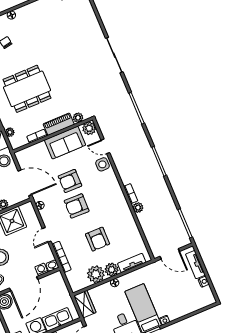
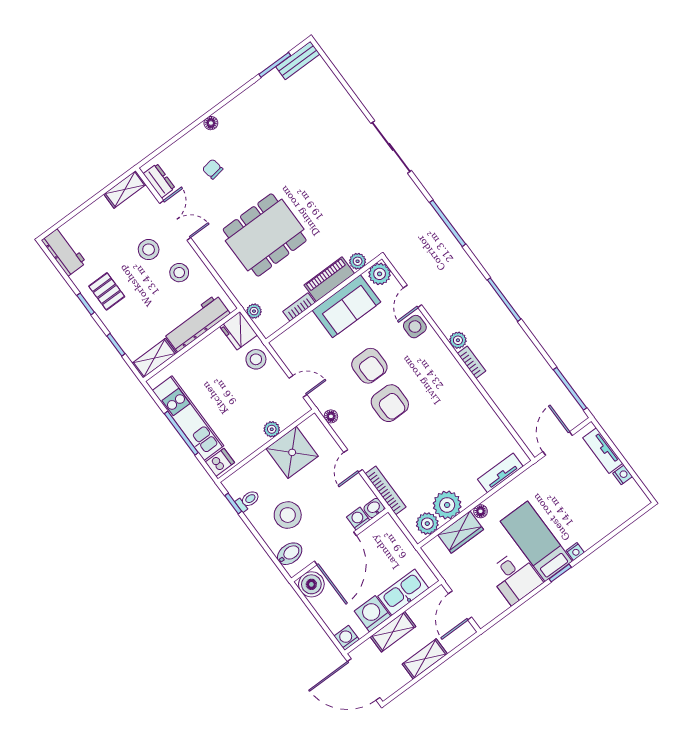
door: (105, 146) -> (413, 296), hinge flipped
armchair: (70, 181) -> (369, 366), turned -90
door: (25, 183) -> (298, 386), width x0.53
armchair: (77, 206) -> (390, 403), turned -91
plant: (138, 208) -> (458, 340), moved
armchair: (98, 239) -> (436, 448), removed
door: (170, 254) -> (558, 443), swing flipped
plant: (112, 270) -> (427, 524), moved
wardrobe: (85, 304) -> (461, 532), moved, turned 90

